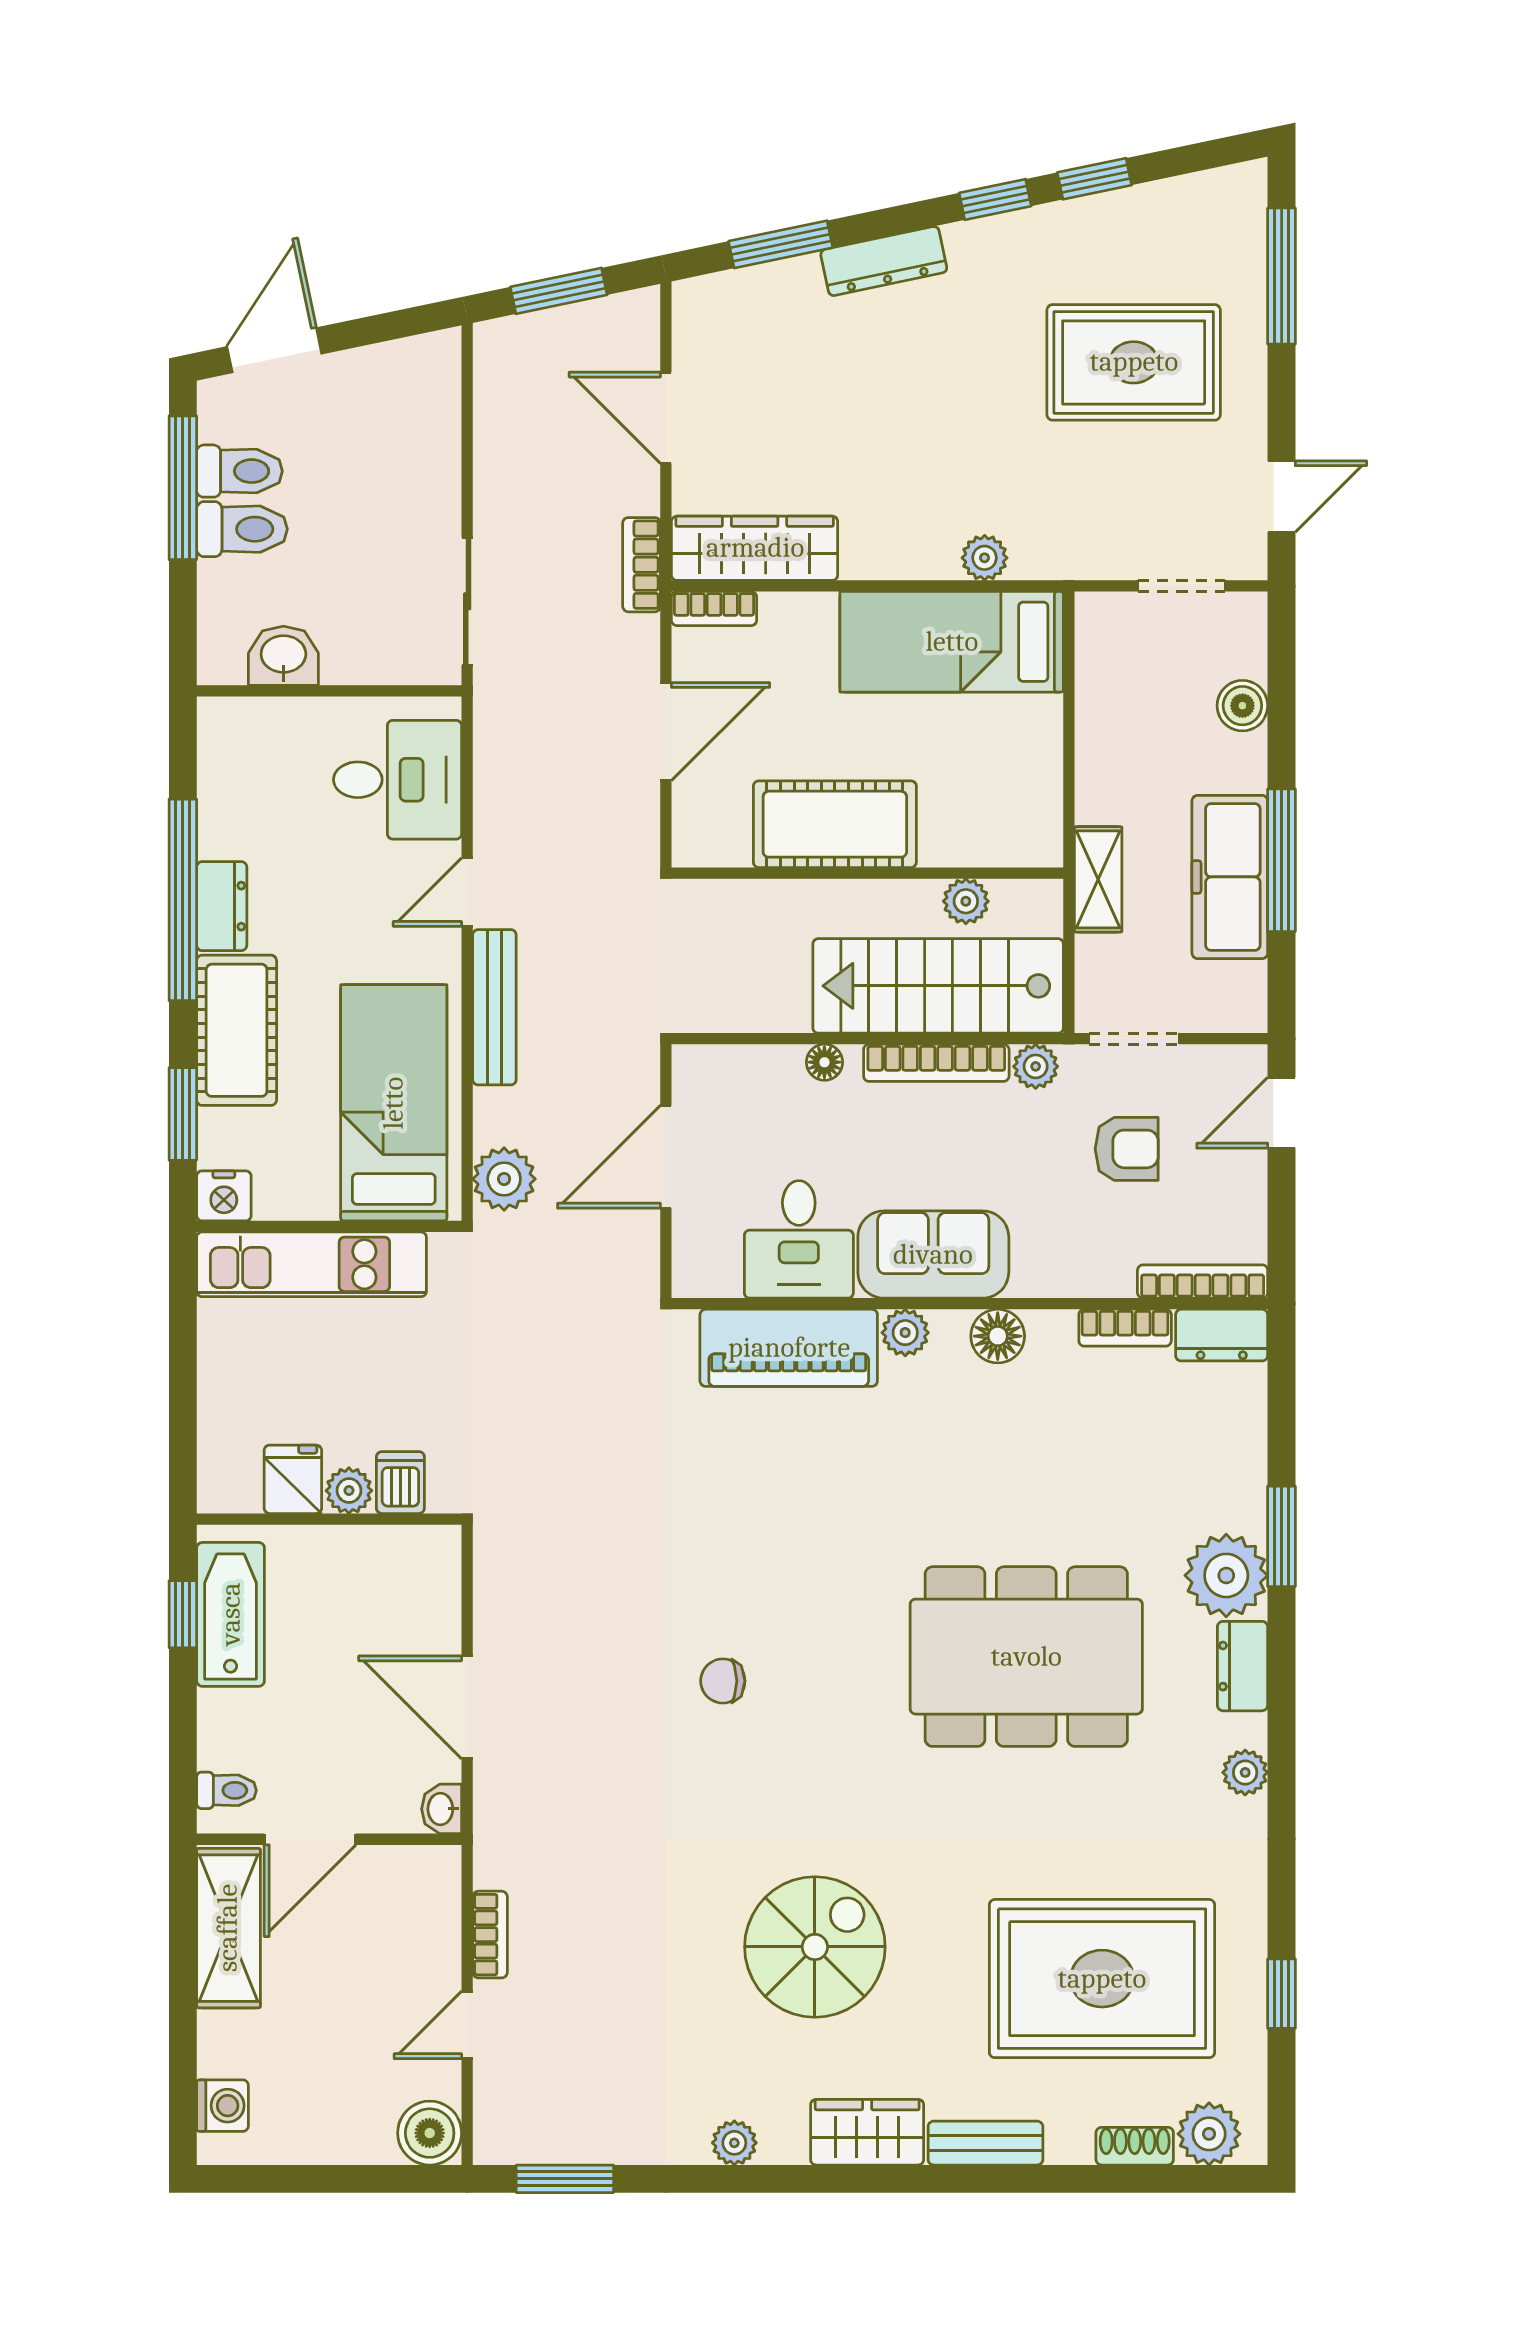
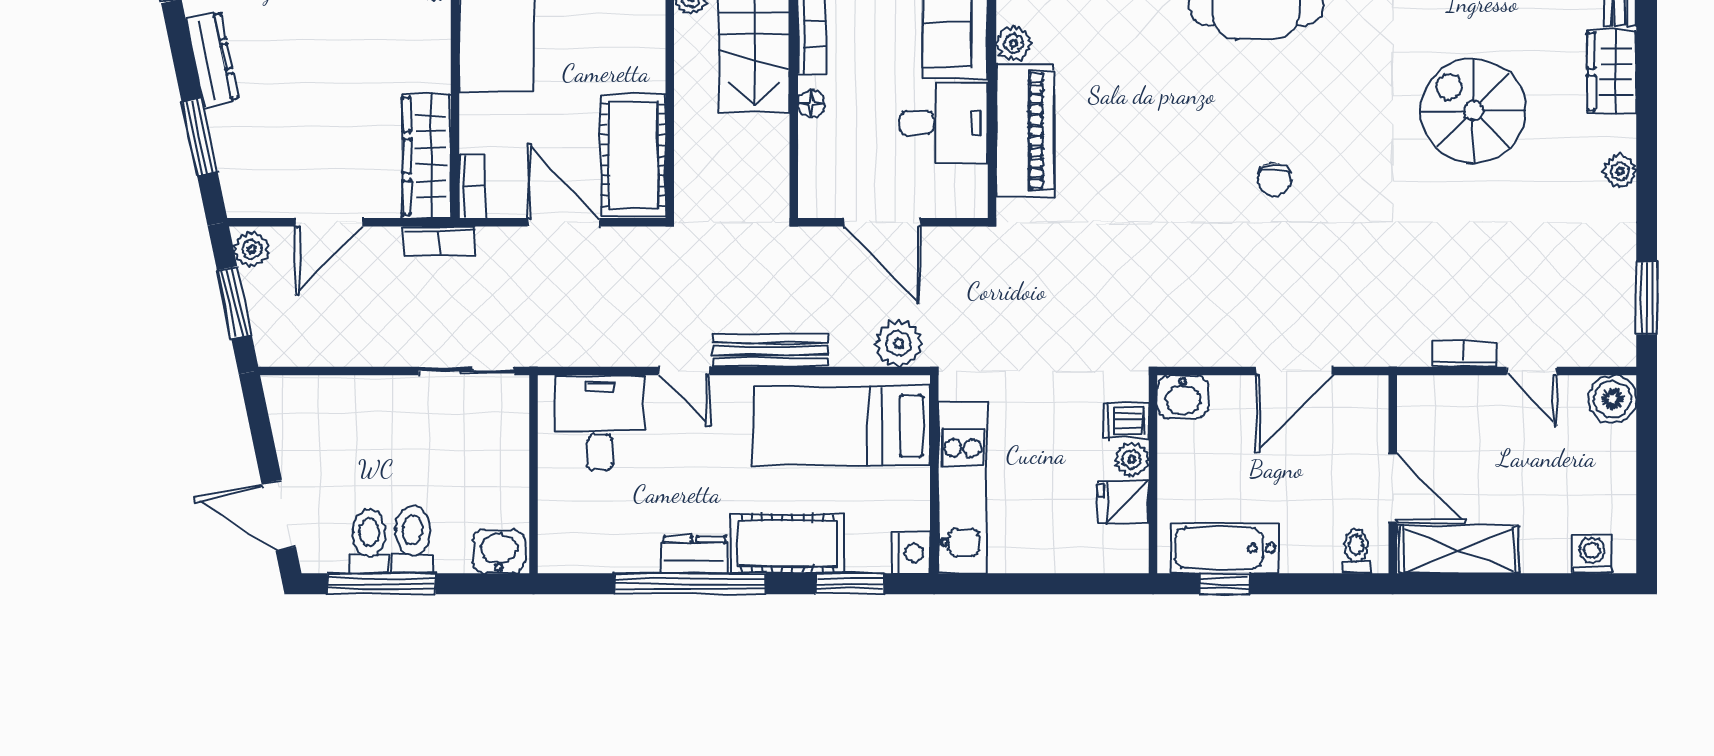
plant: (630, 314) -> (252, 249), added
washbasin: (283, 656) -> (499, 551), moved, turned 90
cot: (835, 824) -> (633, 155), moved
washbasin: (442, 1809) -> (1183, 397), moved, width x1.38, depth x1.45

